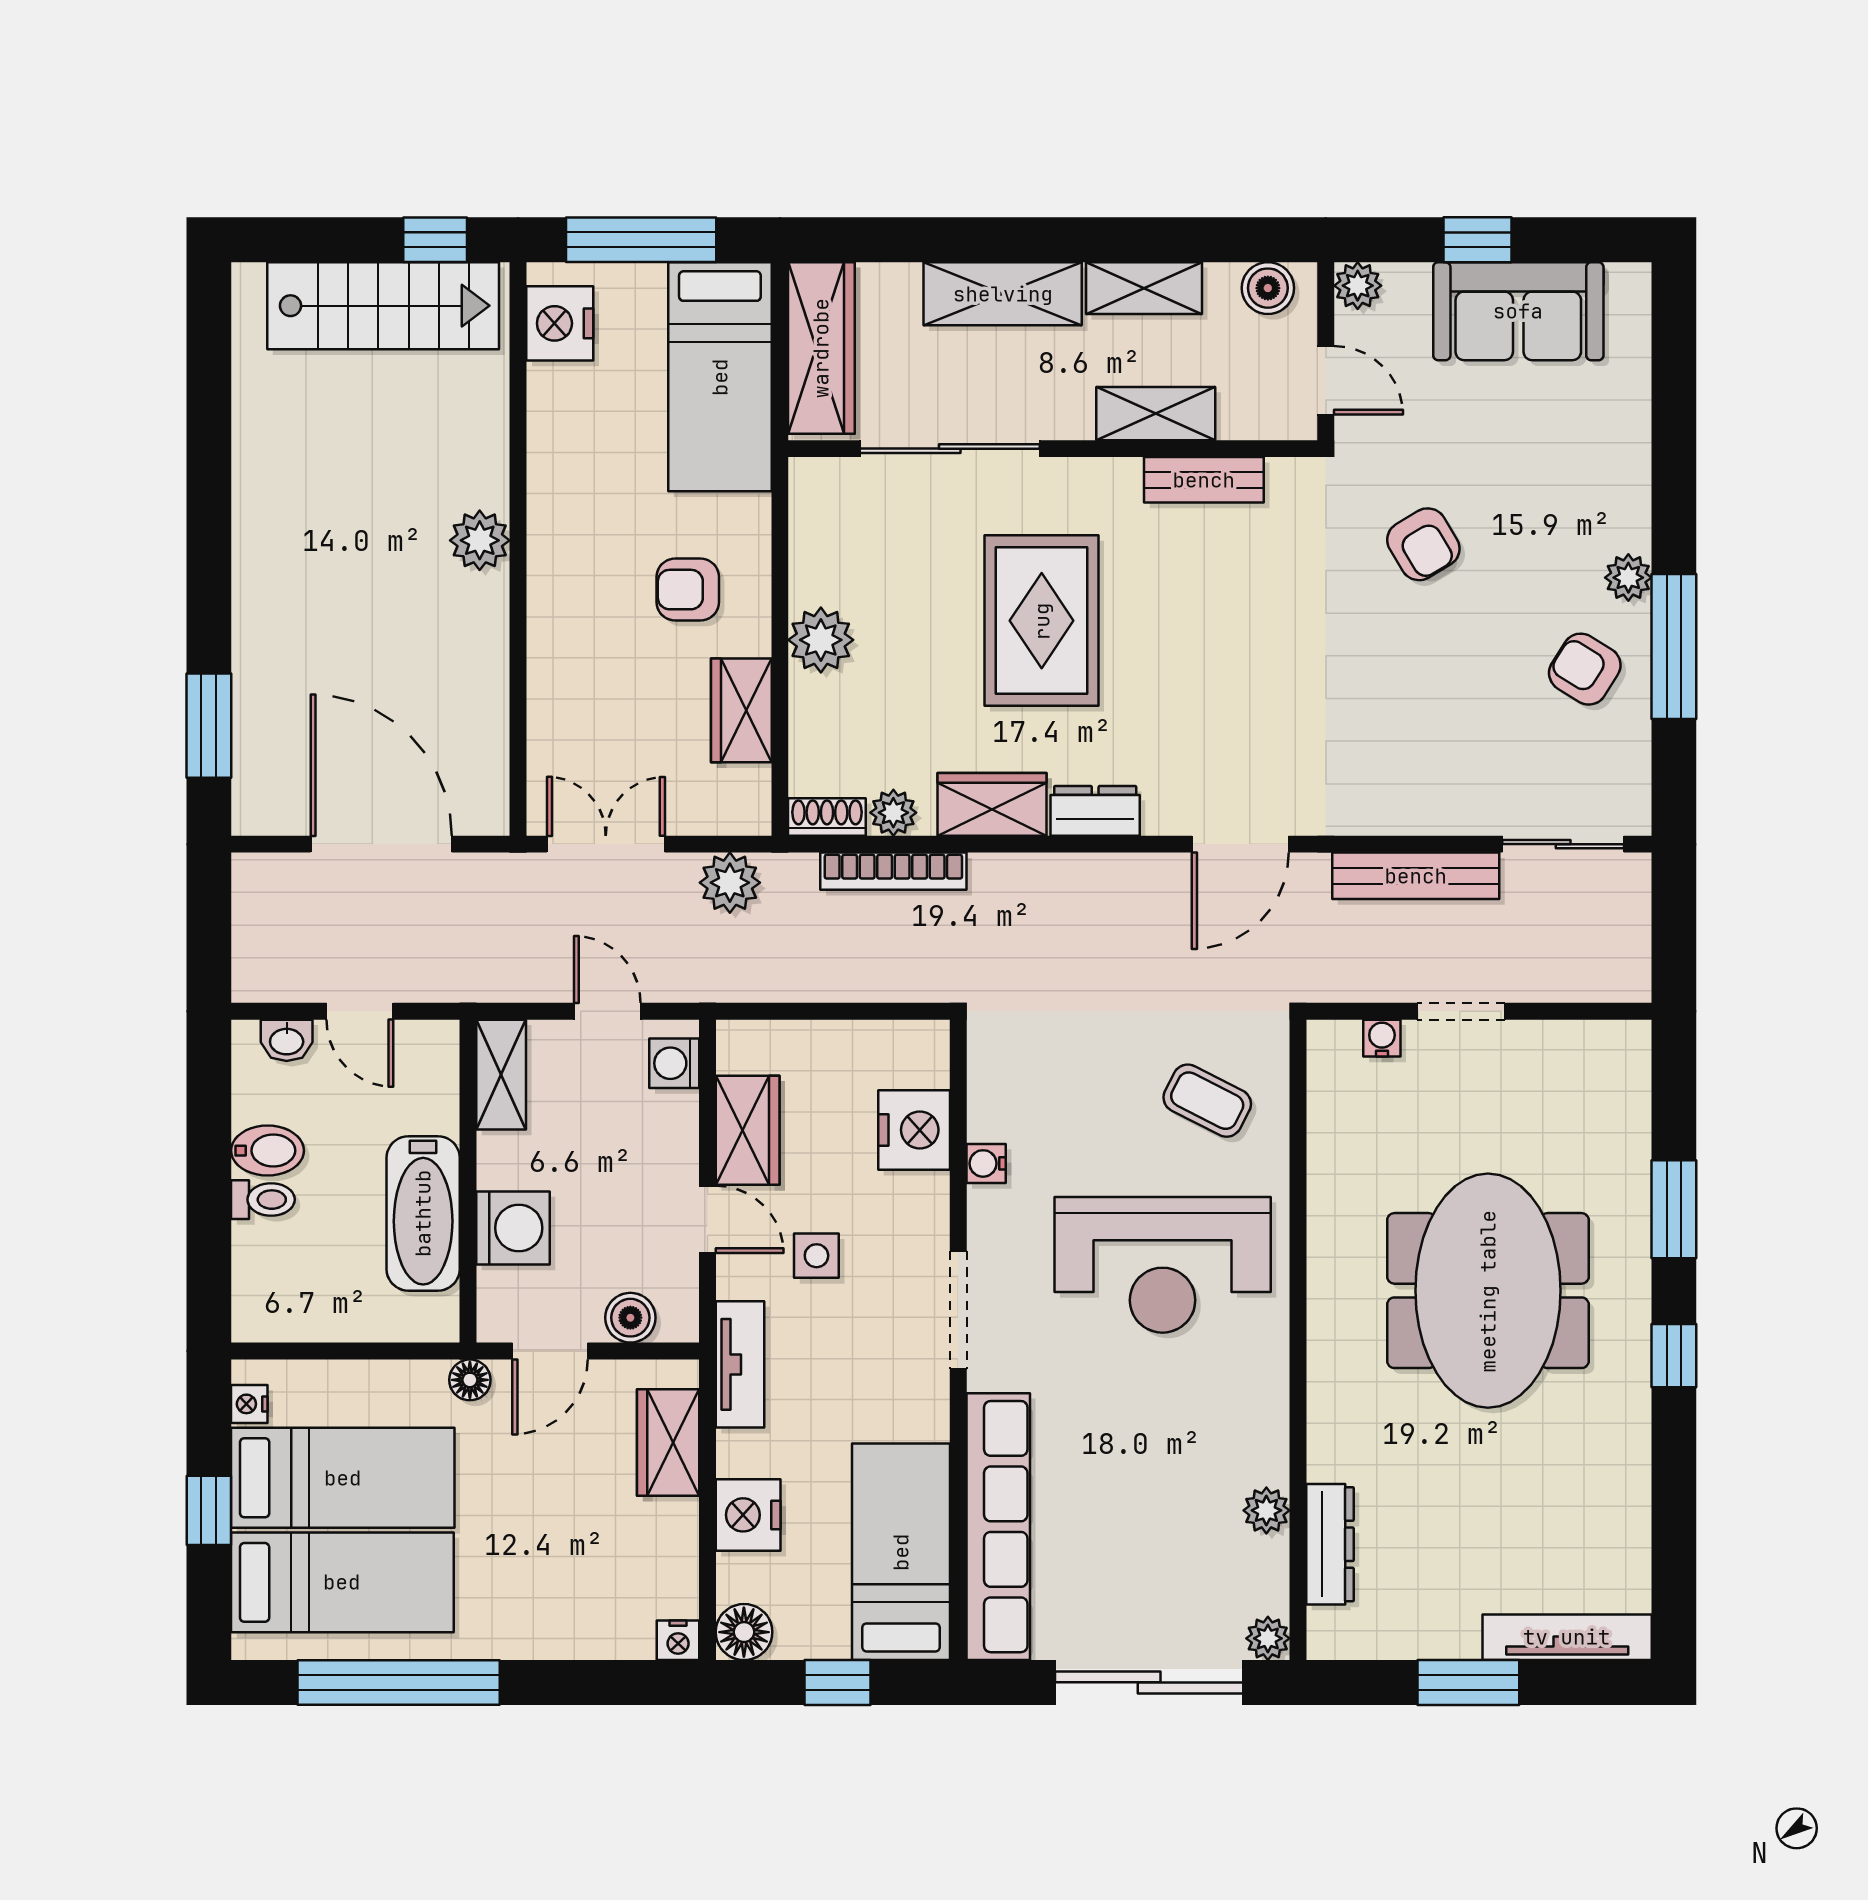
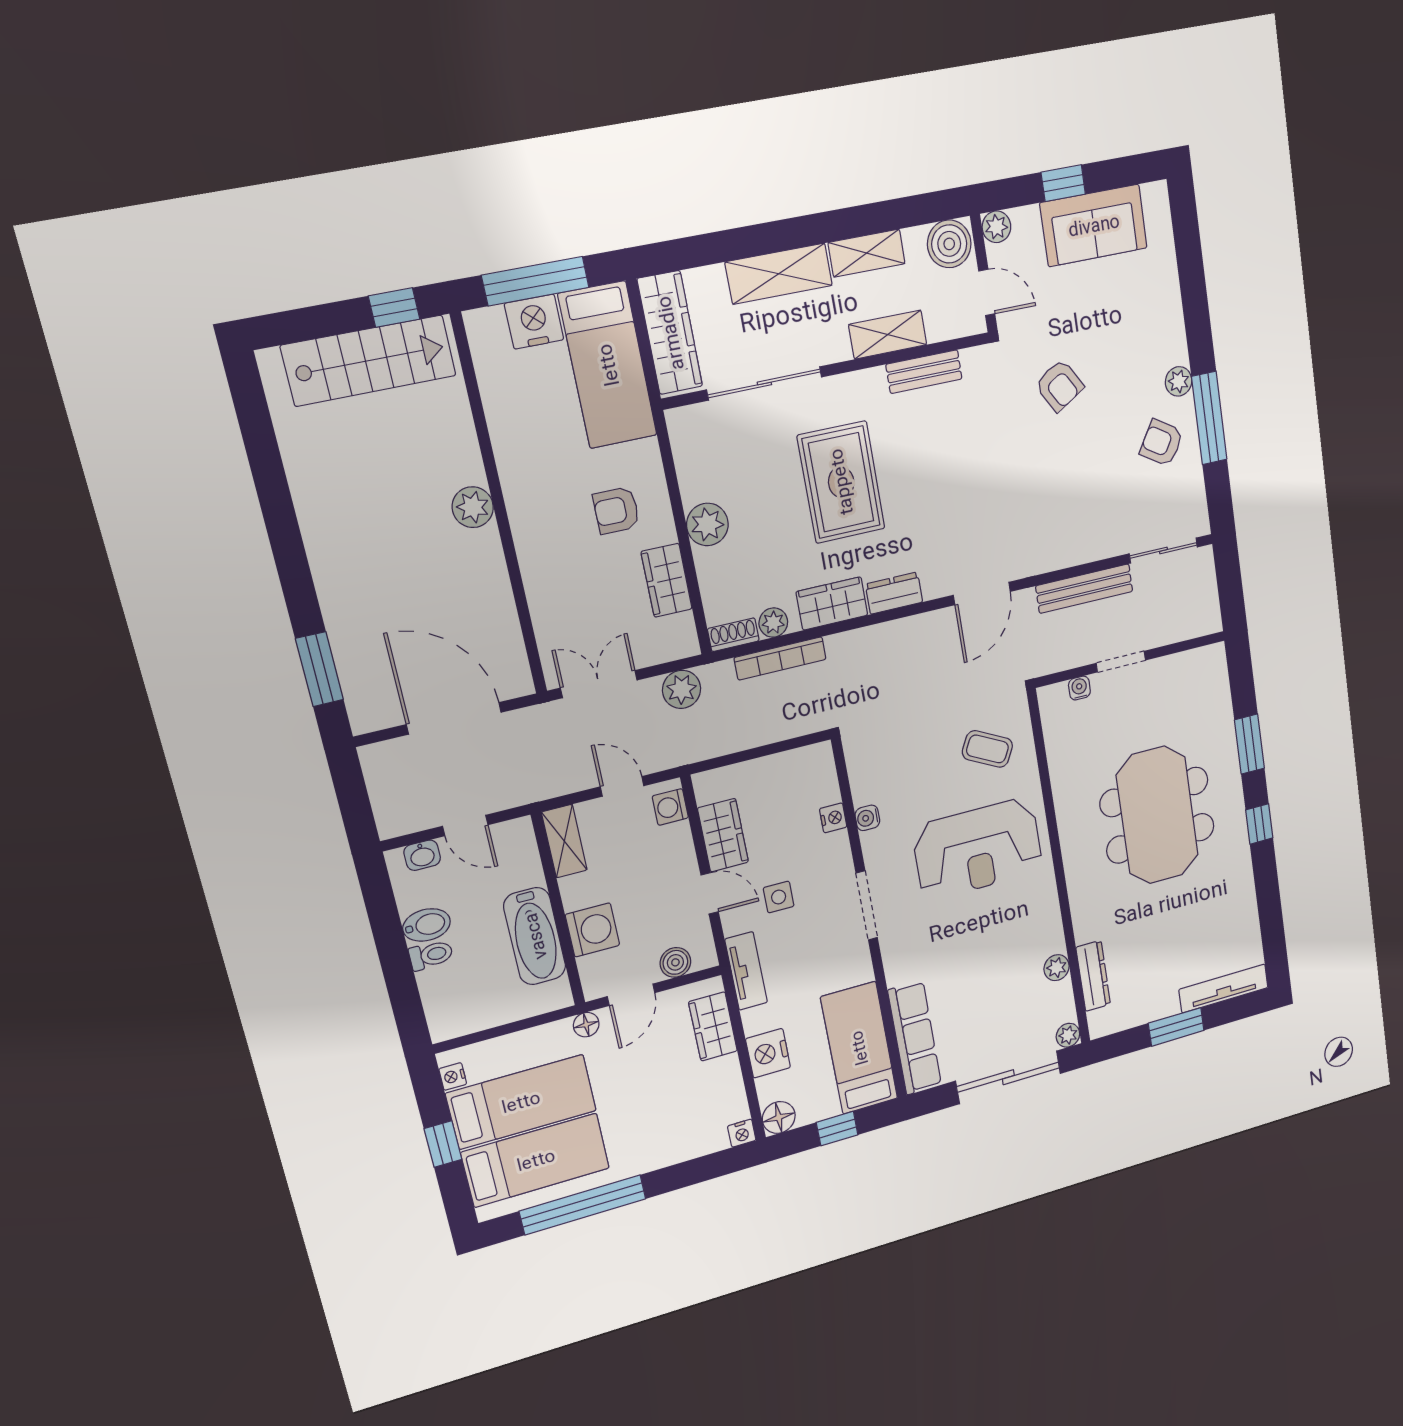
boiler: (1268, 288) -> (949, 244), width x1.36, depth x1.36
nightstand: (560, 323) -> (534, 322), moved, turned 90
nightstand: (914, 1130) -> (833, 818), width x0.53, depth x0.56
row of seats: (998, 1527) -> (915, 1038), width x0.73

